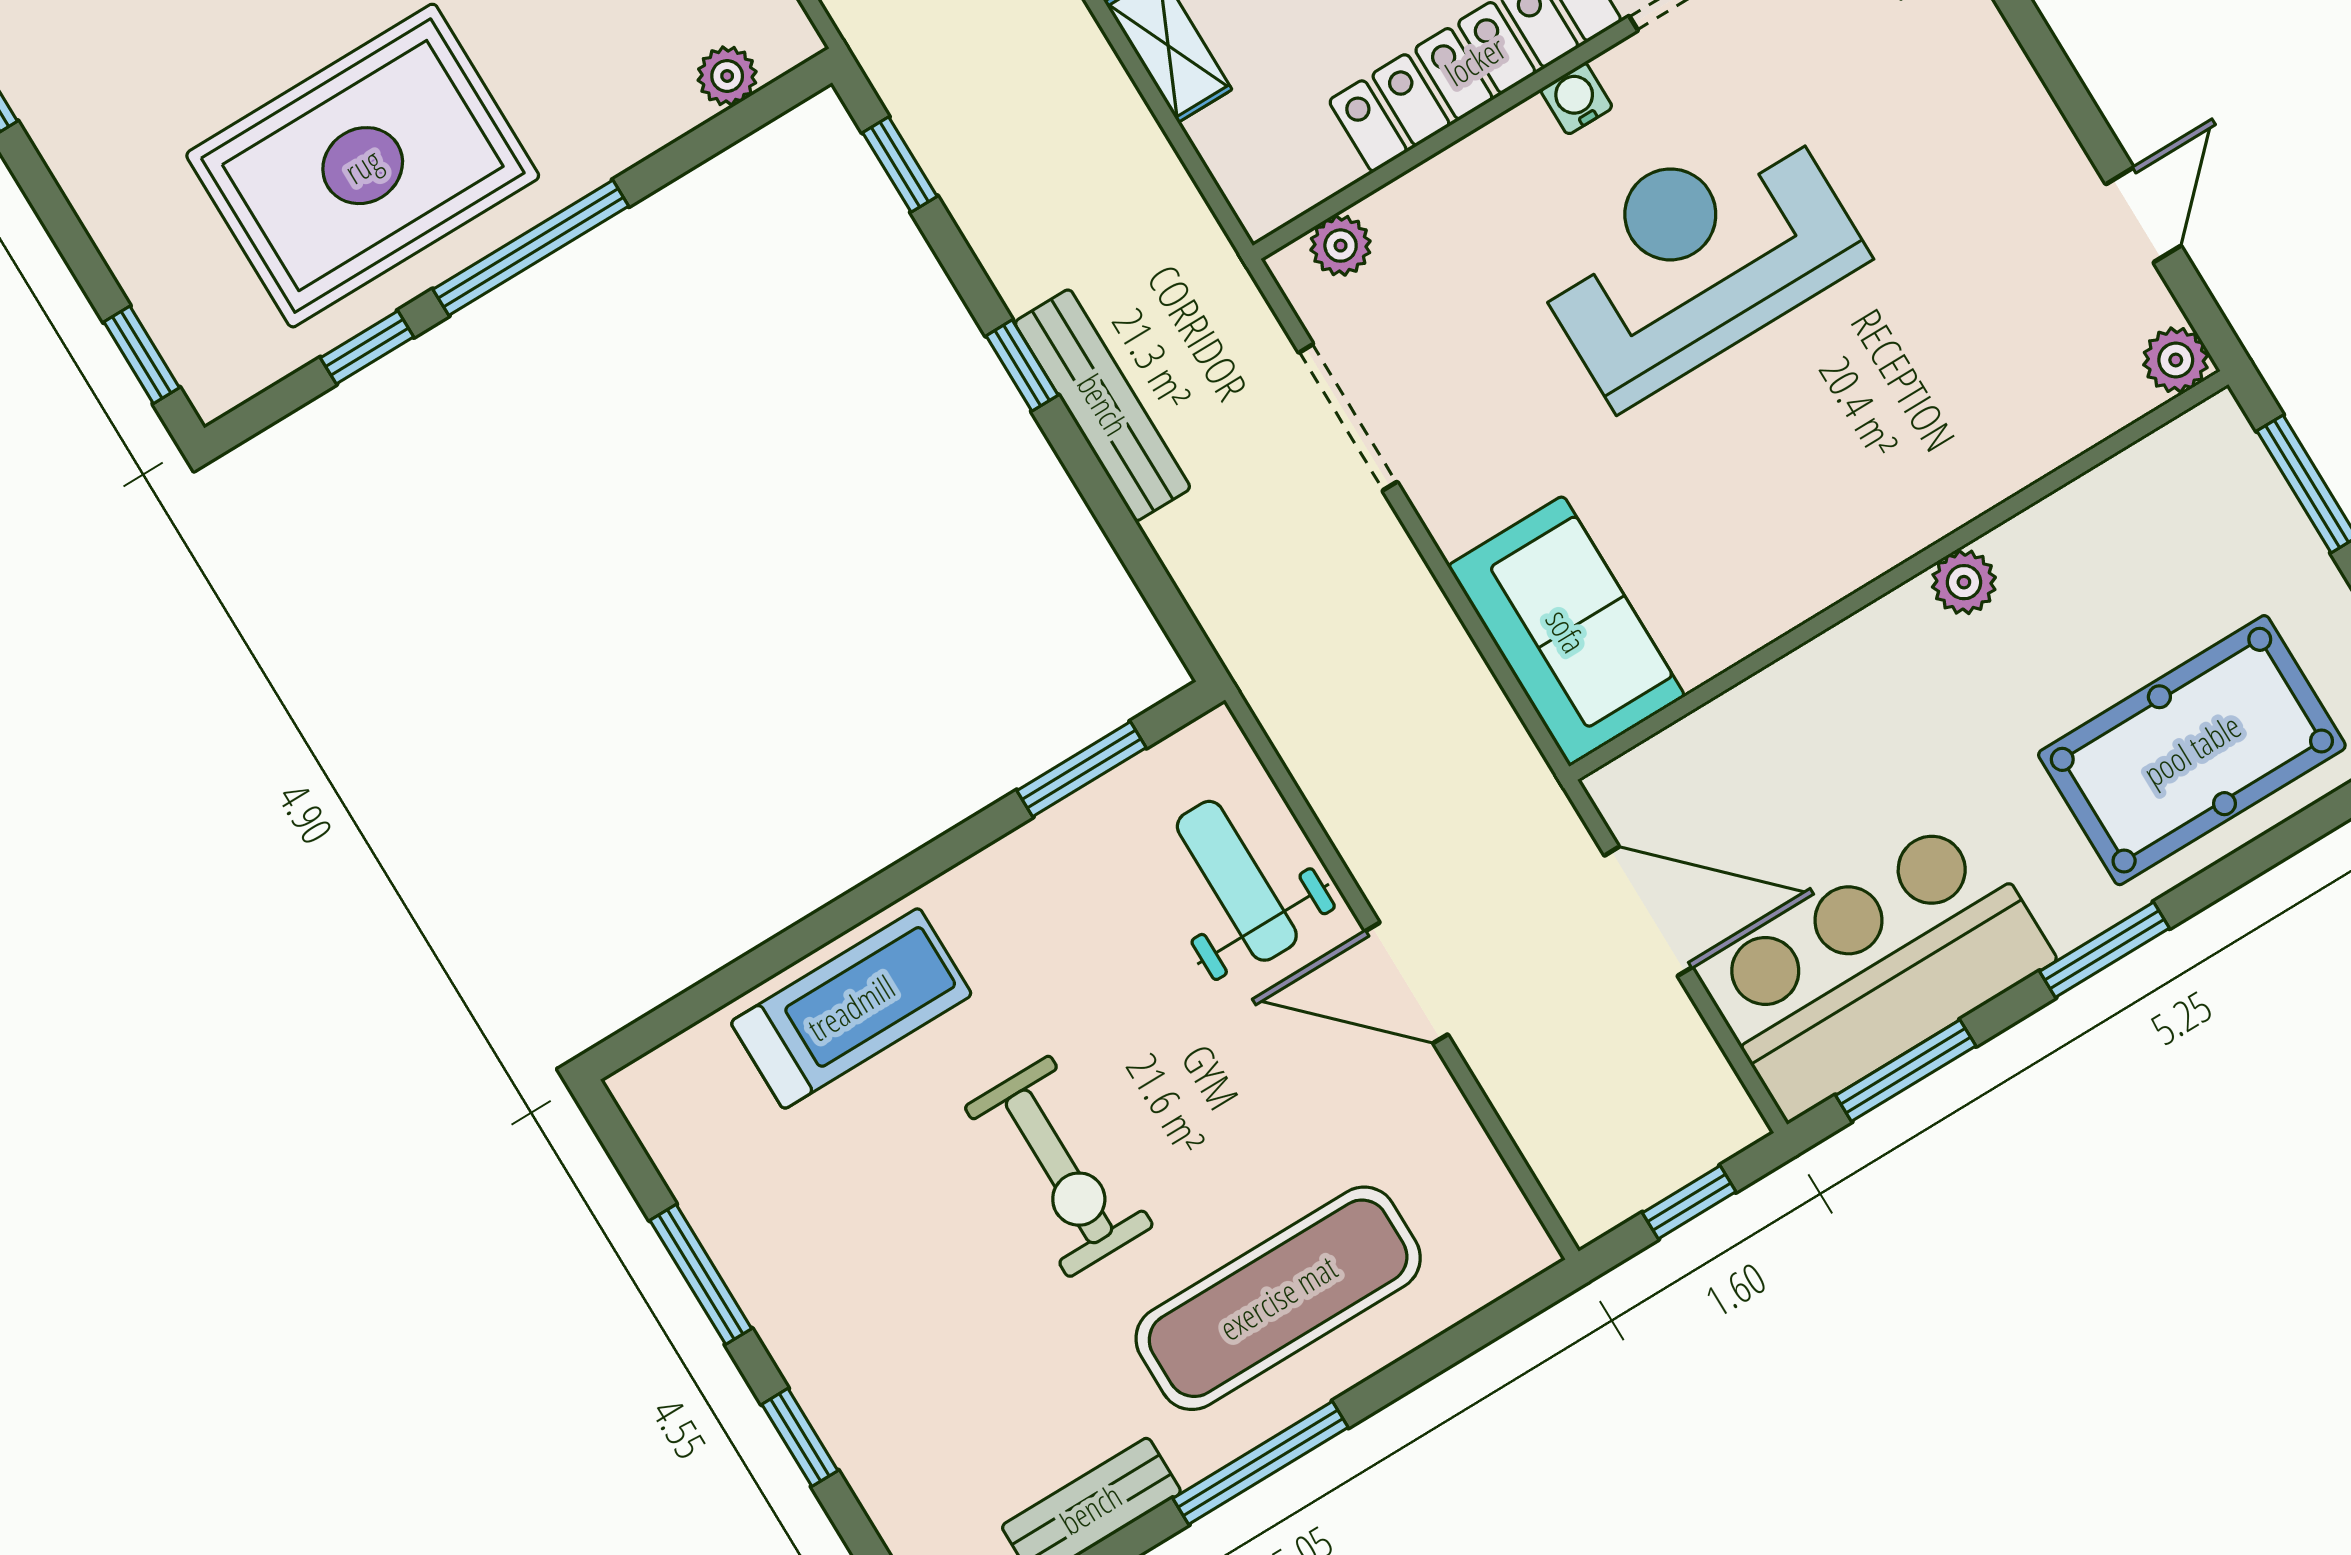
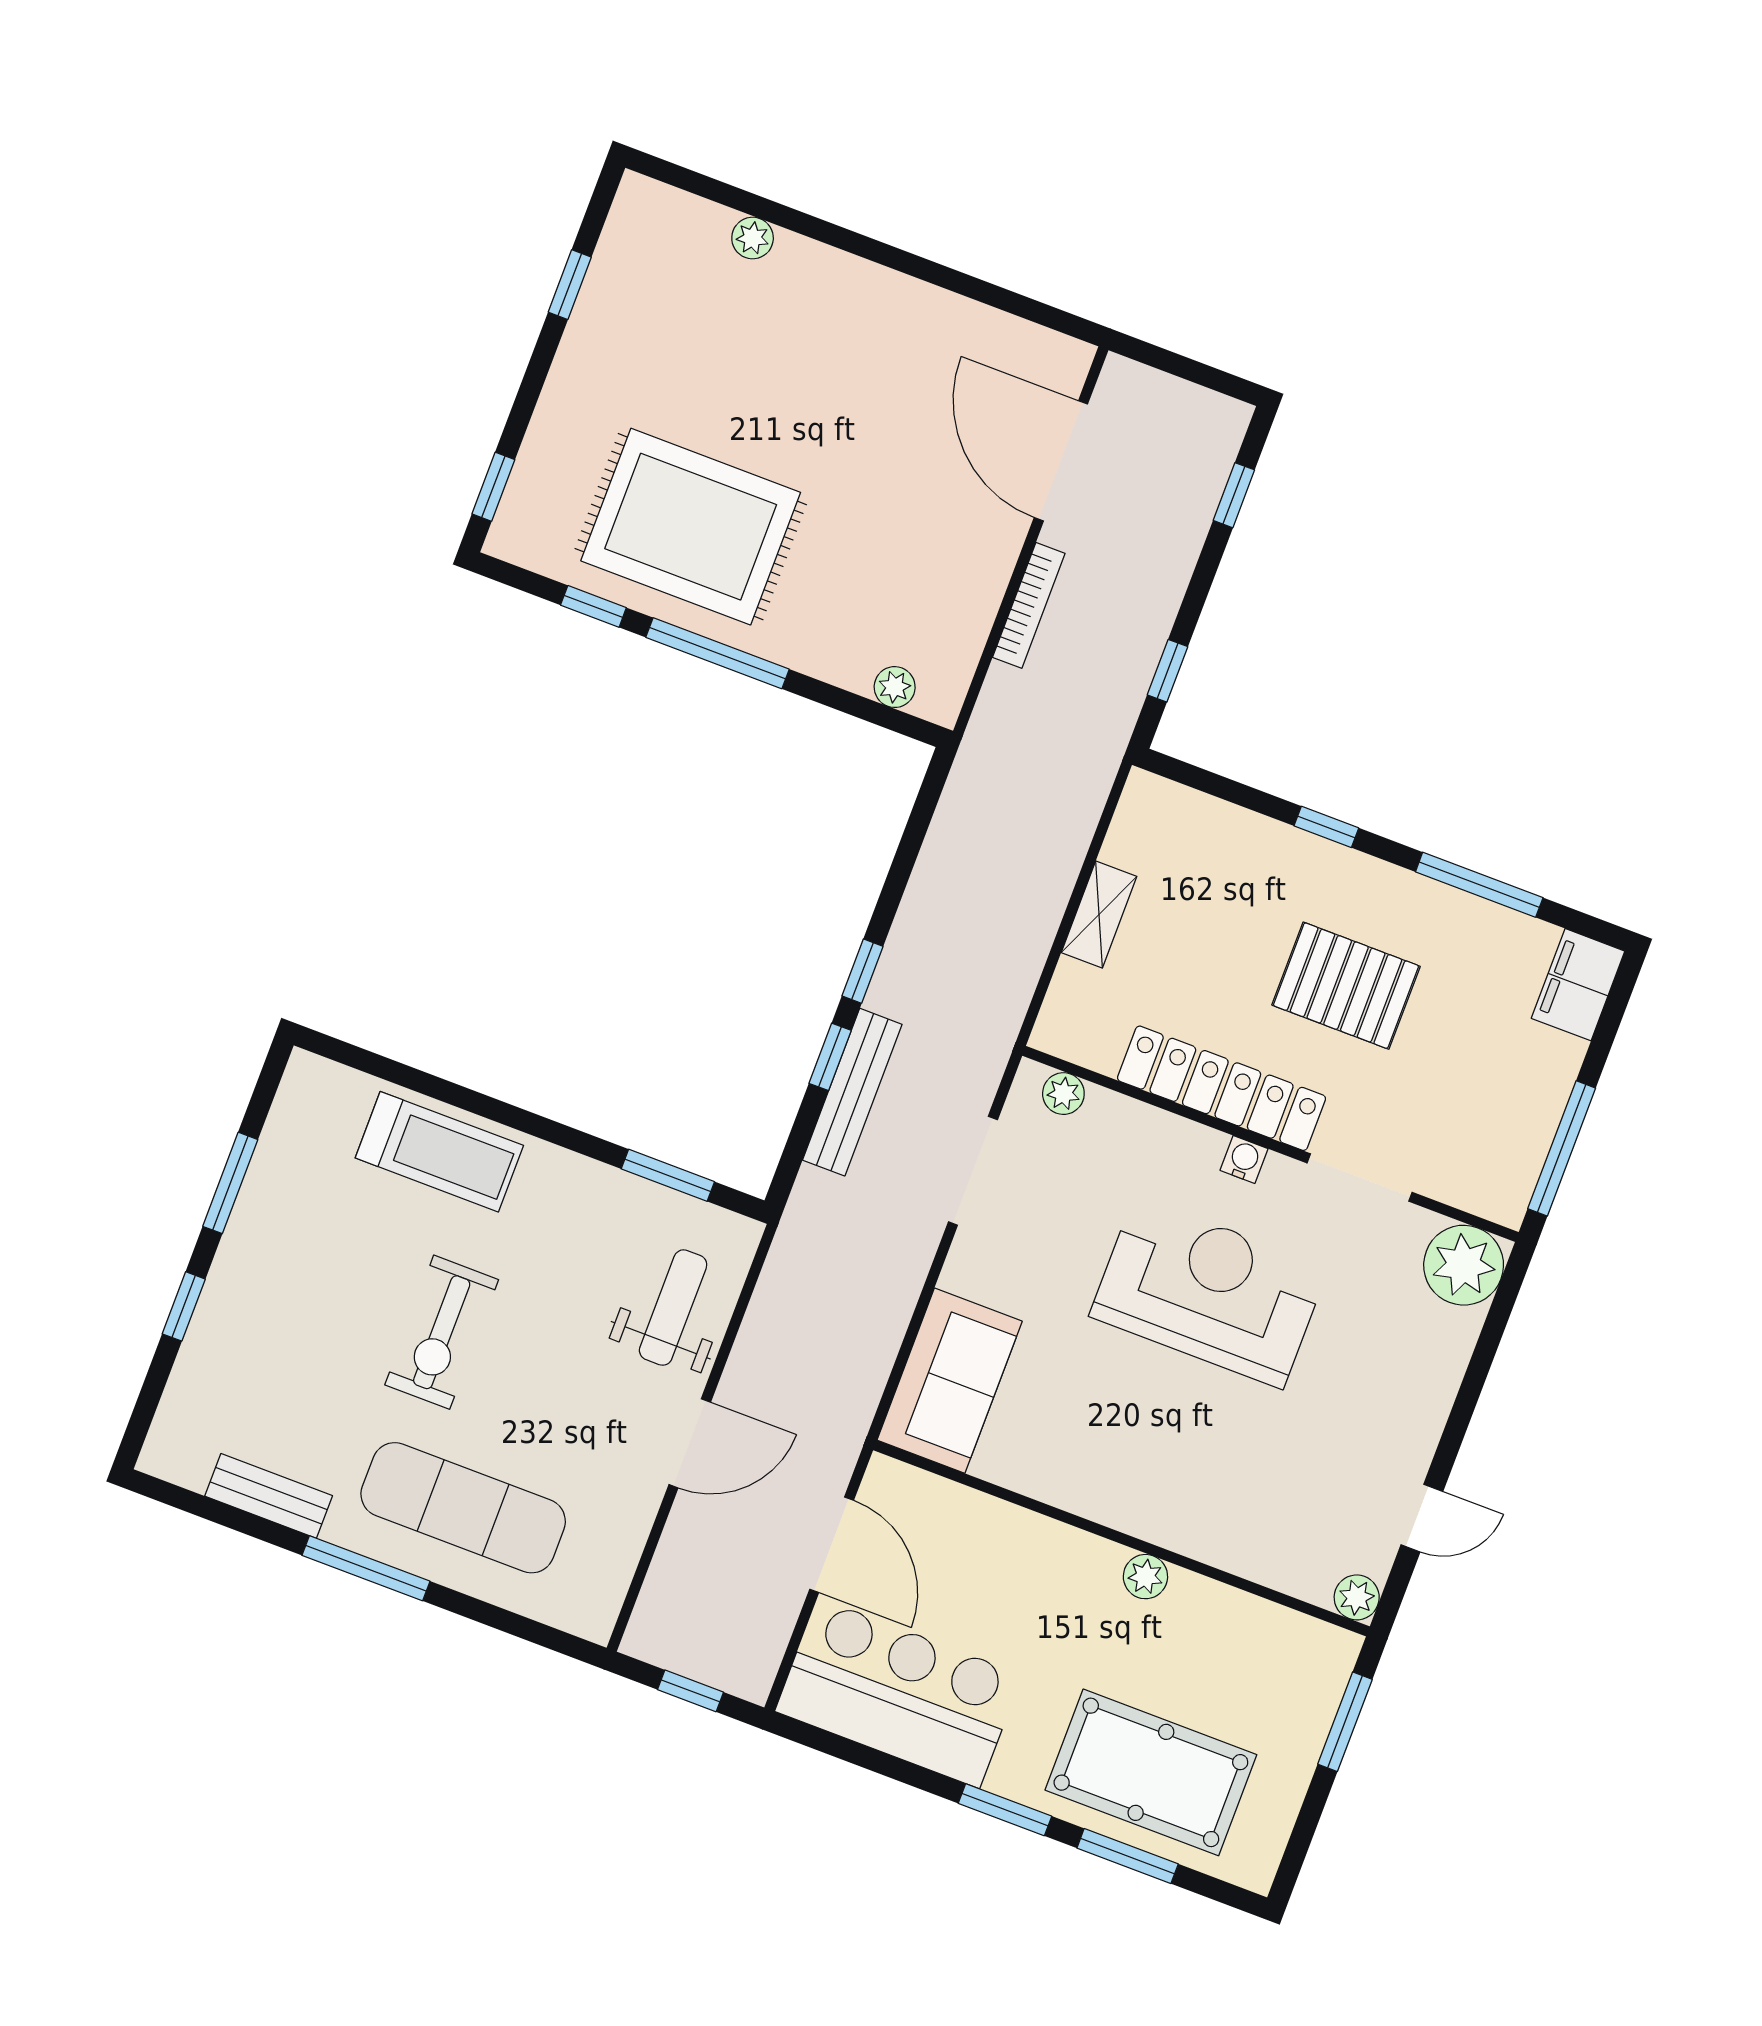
window: (900, 164) -> (830, 1057), moved
bench: (1103, 405) -> (852, 1092), moved
door: (1406, 983) -> (690, 1443), swing flipped
window: (1906, 1071) -> (1128, 1856), moved

